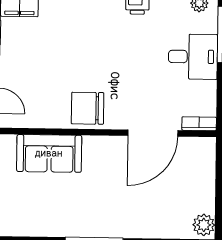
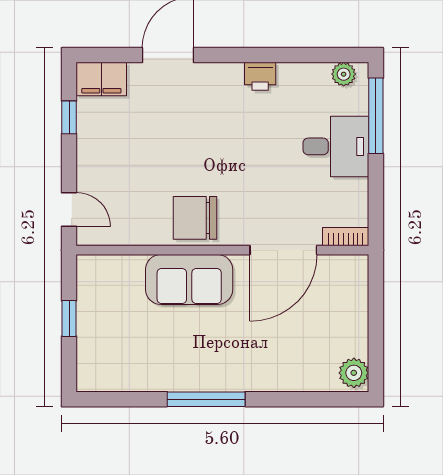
sofa: (49, 153) -> (189, 279), moved

